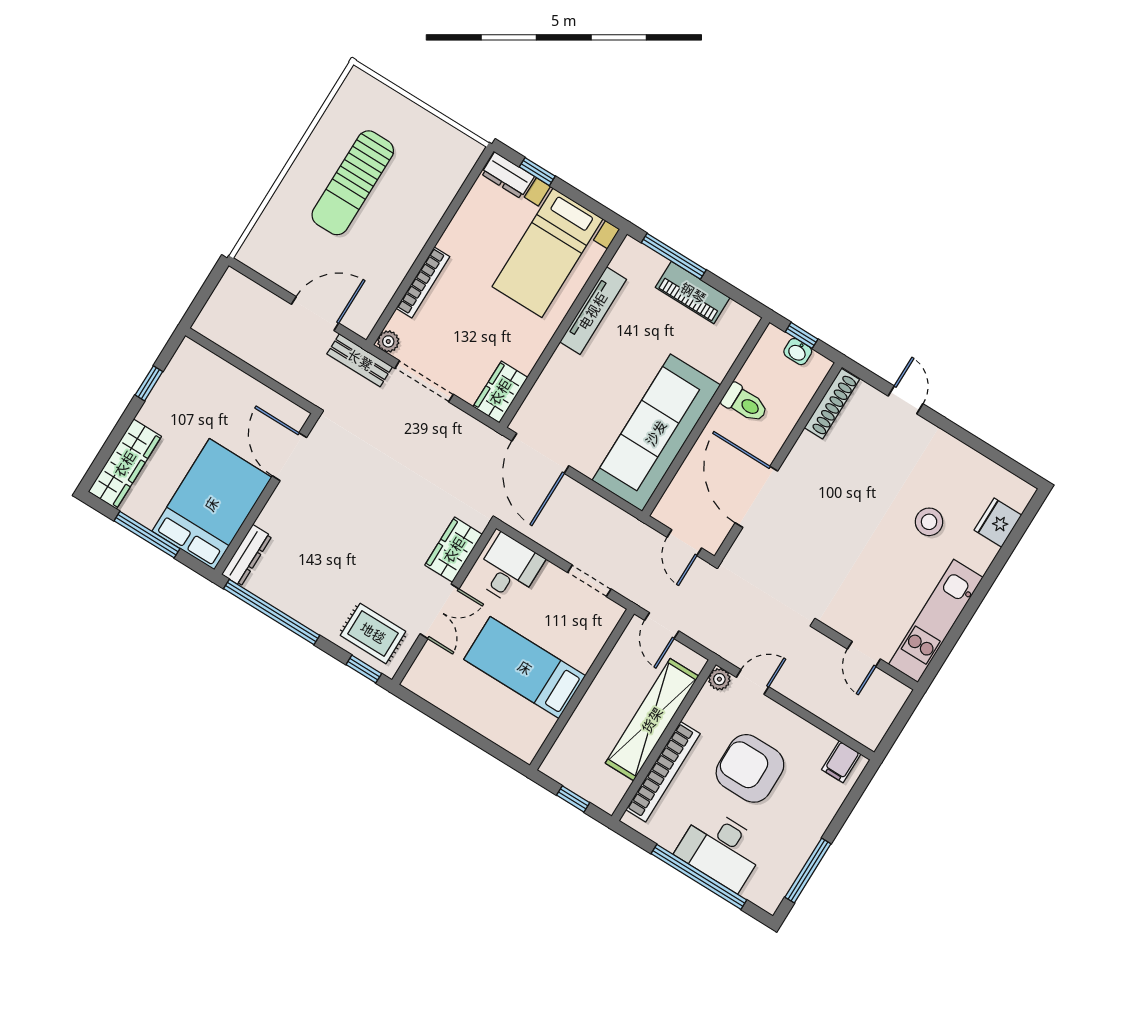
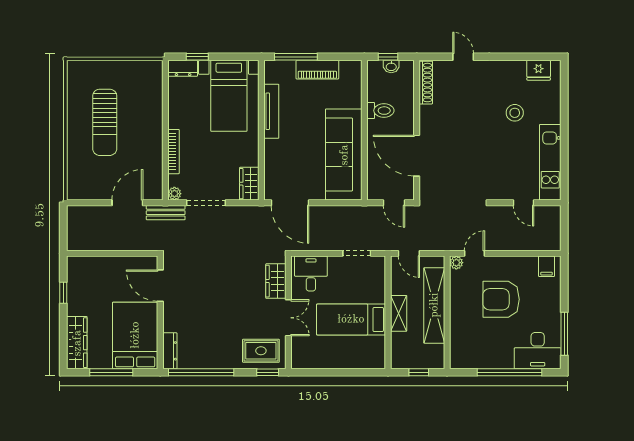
fridge: (998, 523) -> (539, 70), moved, turned -90
shelving: (596, 700) -> (399, 313), added
bookcase: (663, 772) -> (457, 329), removed
desk: (721, 849) -> (538, 351), moved

